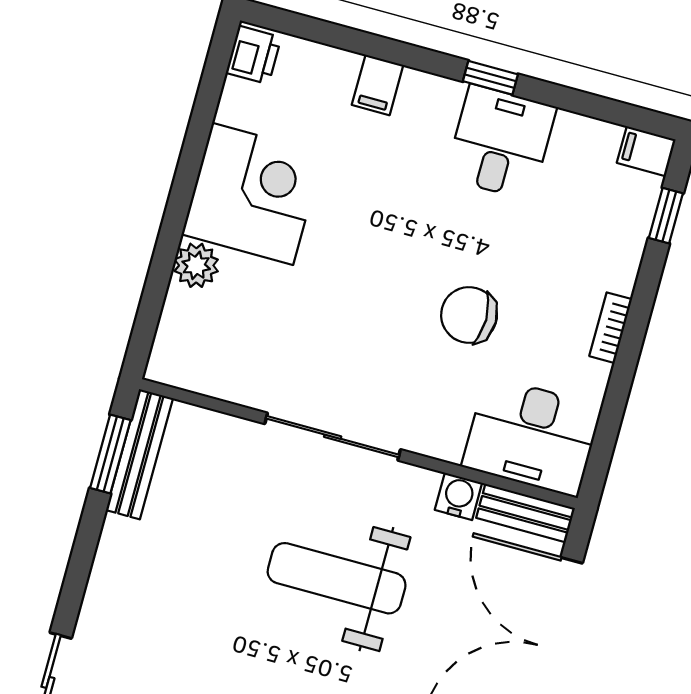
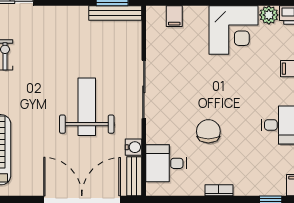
plant: (196, 265) -> (269, 15), moved
filing cabinet: (184, 321) -> (174, 16), added
desk: (532, 436) -> (166, 163), width x0.73

